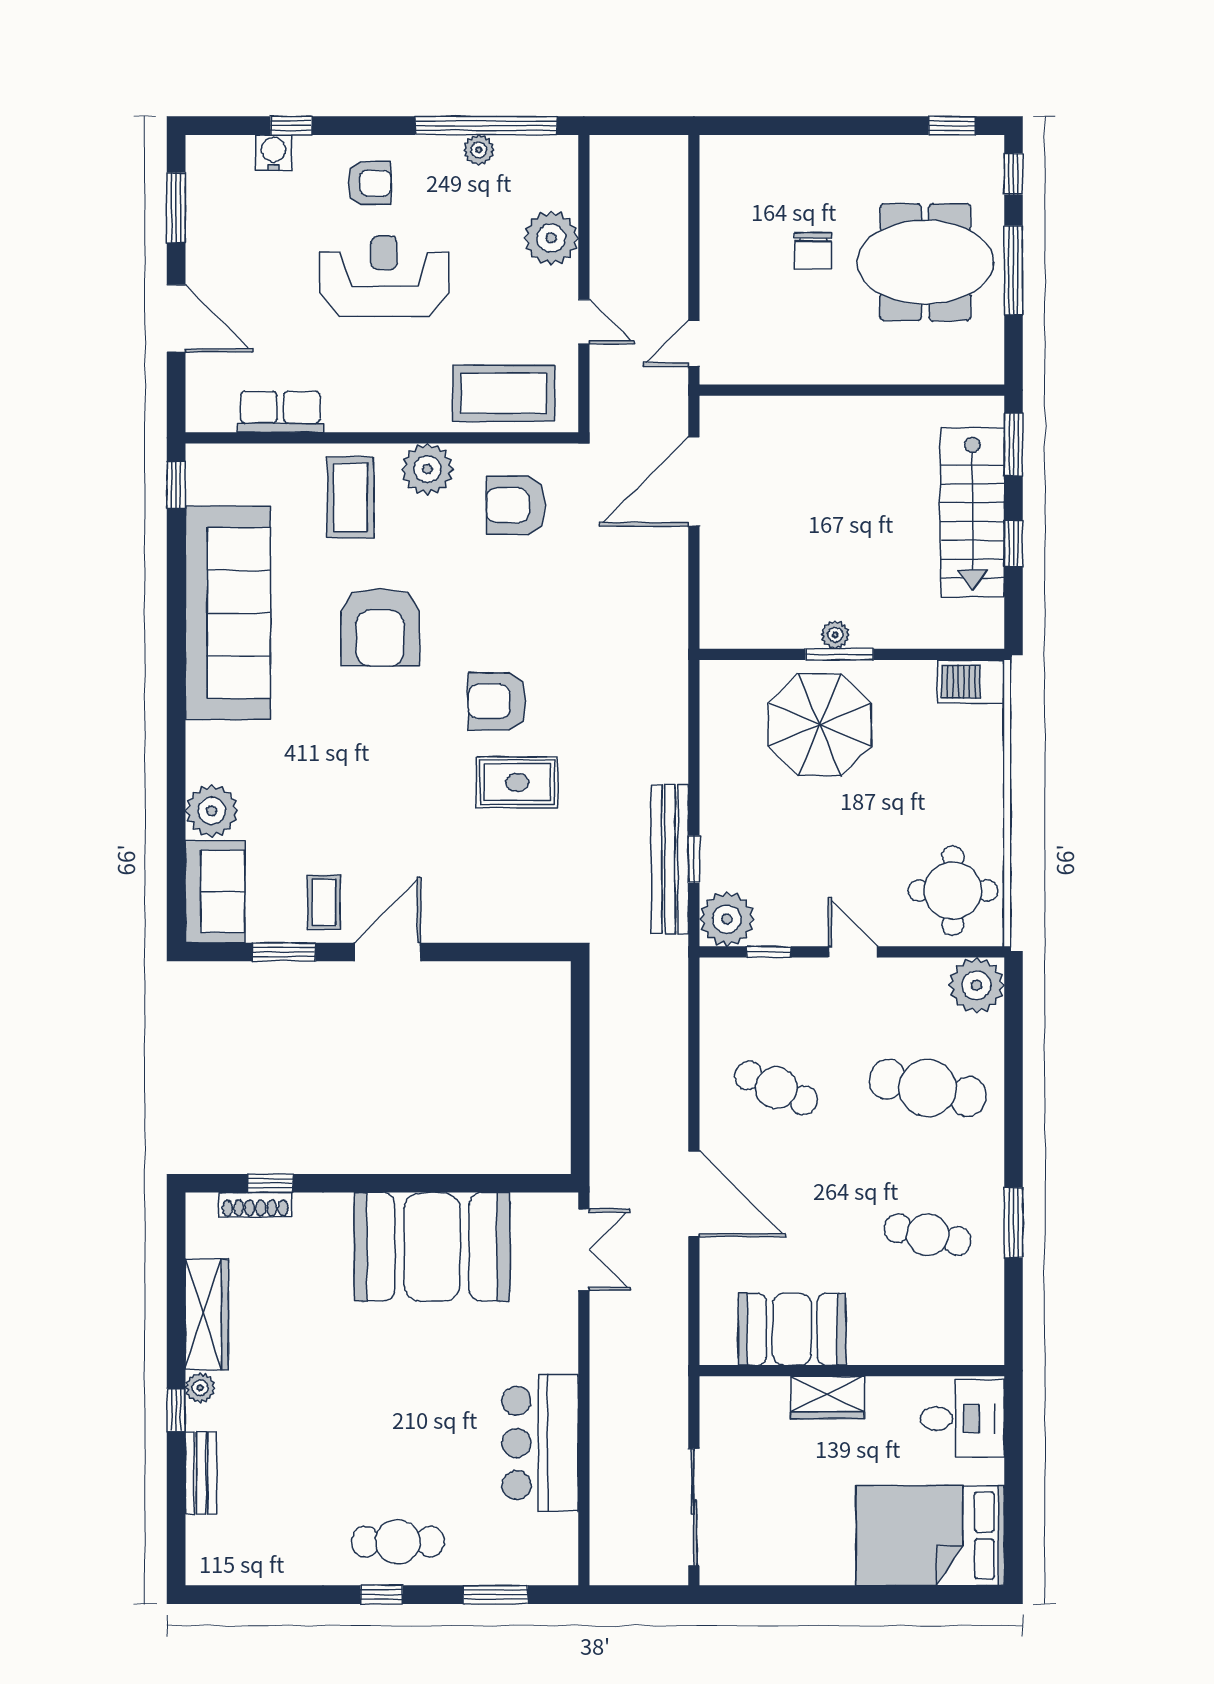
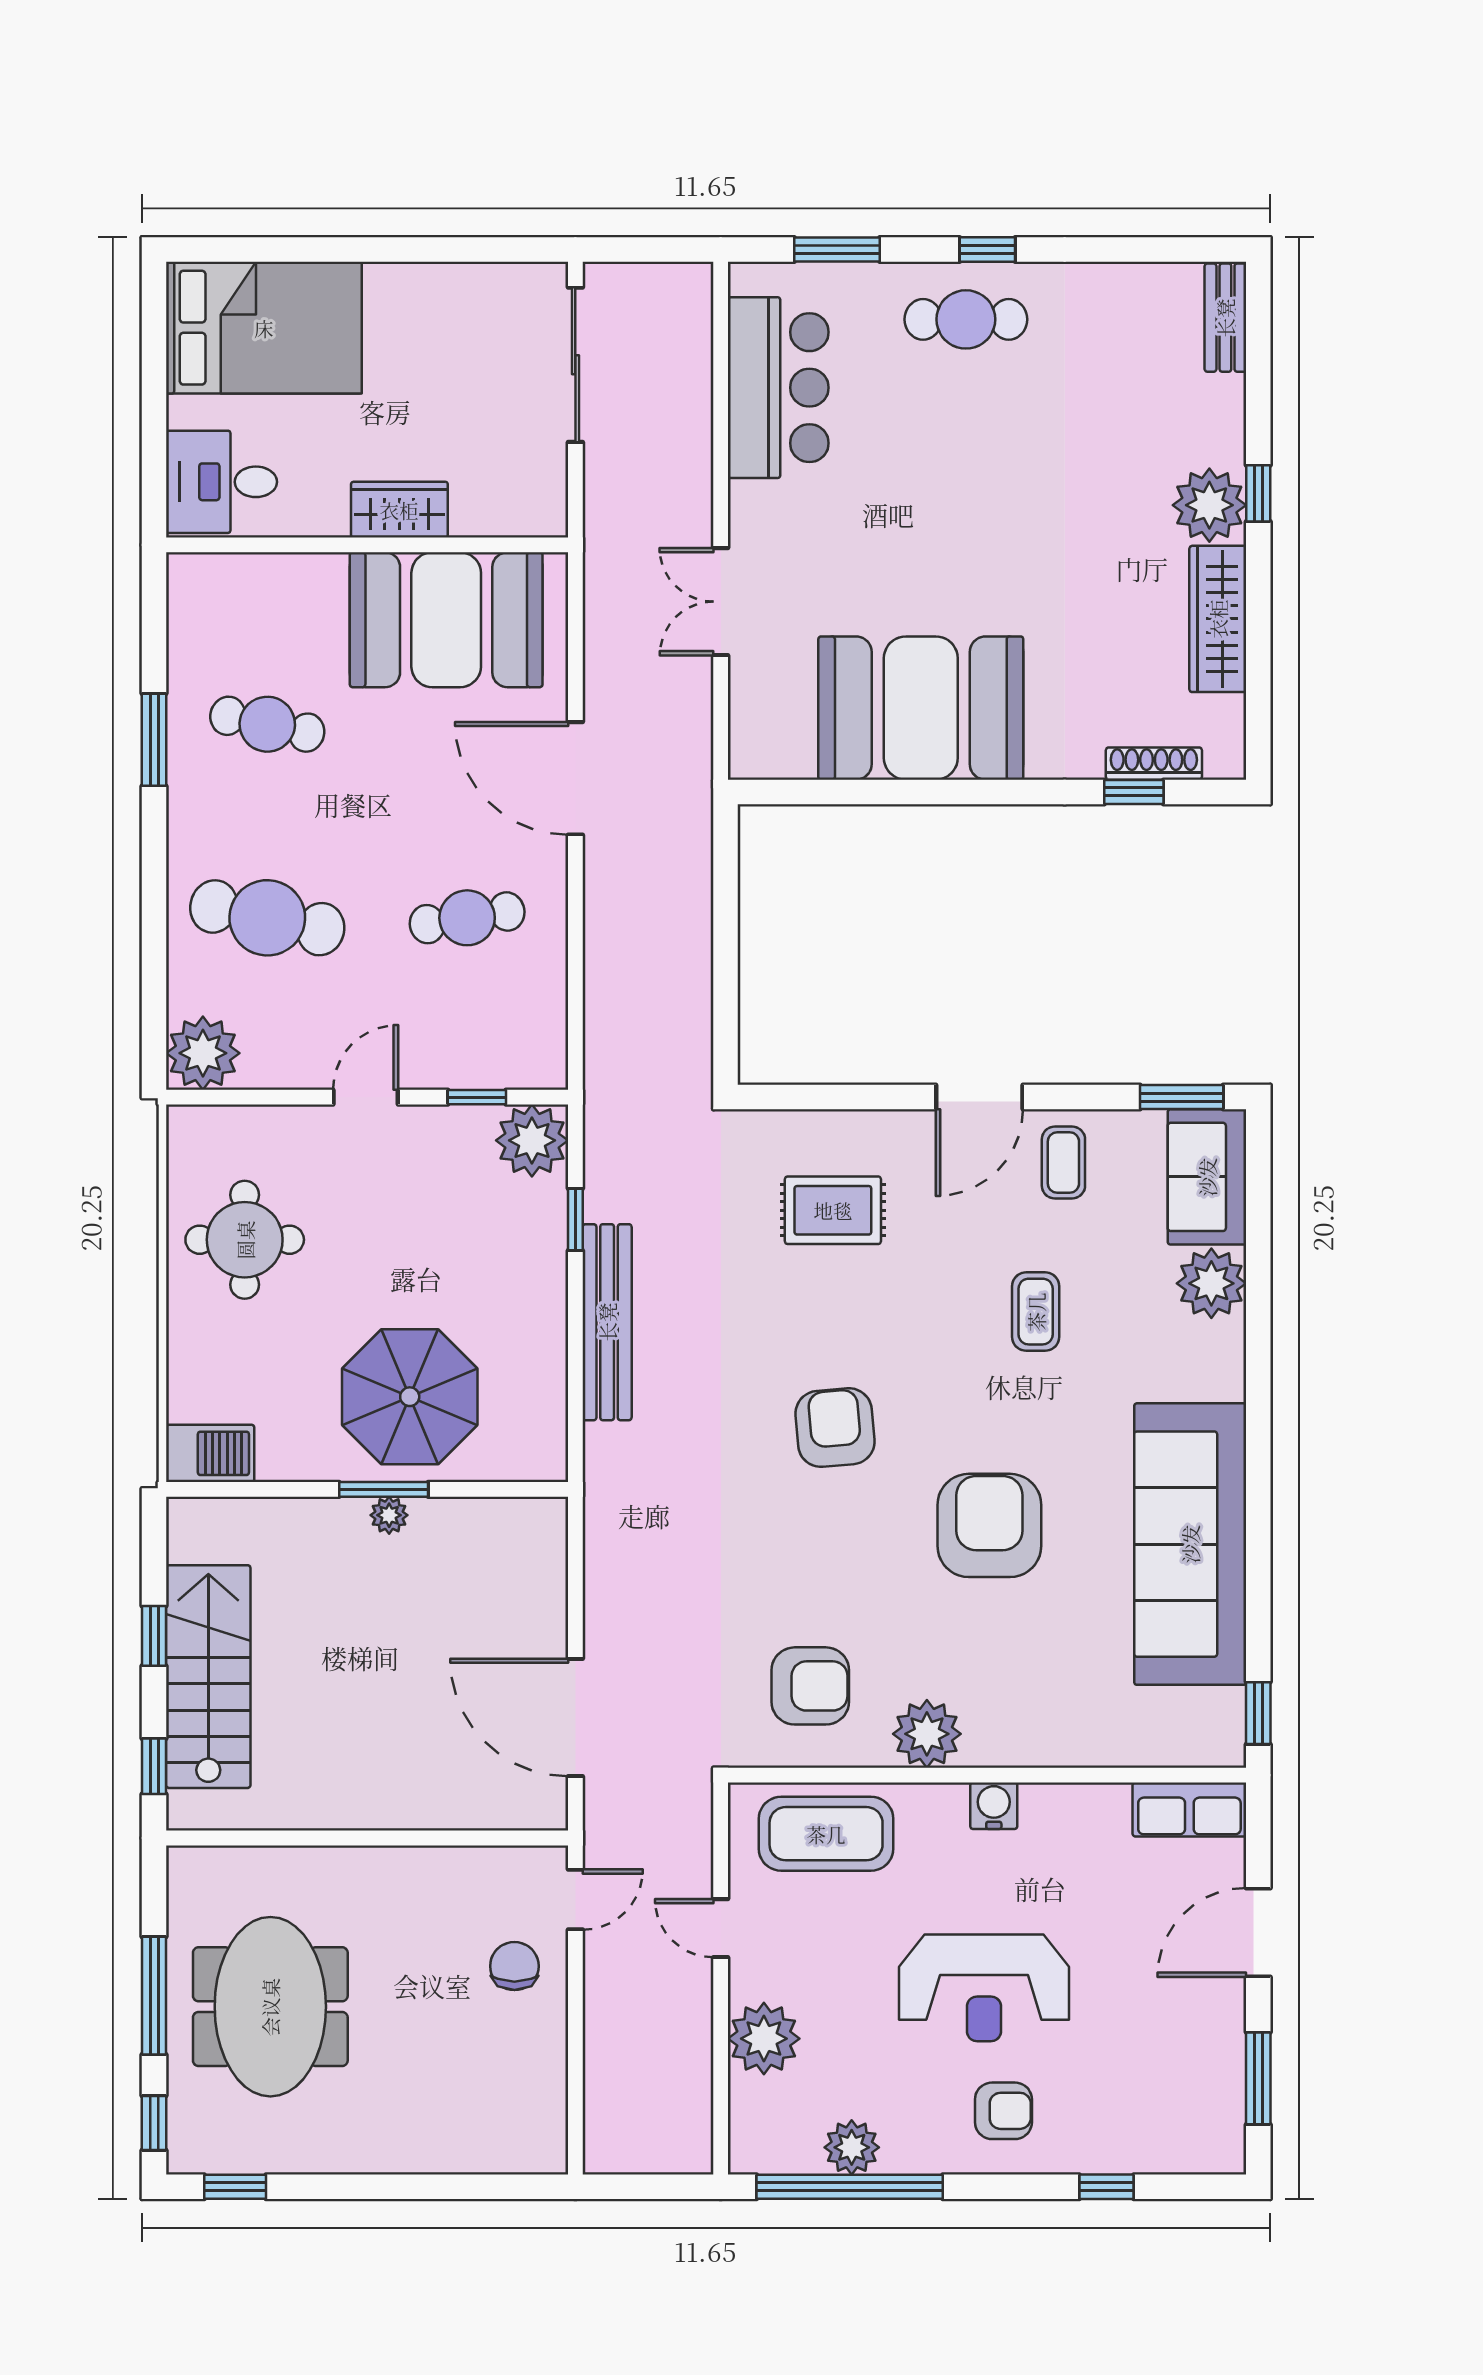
plant: (479, 150) -> (852, 2147), width x1.38, depth x1.38
water cooler: (273, 153) -> (994, 1806), moved, turned 180
armchair: (369, 183) -> (1003, 2111), turned 180
chair: (813, 251) -> (514, 1966), moved
meeting table: (925, 262) -> (270, 2007), turned 90
door: (176, 318) -> (1258, 1932), hinge flipped
row of seats: (280, 412) -> (1189, 1809), moved
window: (1013, 444) -> (154, 1766), width x0.67
door: (694, 481) -> (575, 1717), swing flipped
coffee table: (350, 498) -> (1036, 1312), moved, width x0.73, depth x0.77
armchair: (497, 701) -> (835, 1428), turned -95
rug: (517, 782) -> (833, 1210), moved
bench: (670, 859) -> (607, 1322), moved
round table: (953, 891) -> (245, 1240), moved
window: (284, 952) -> (1182, 1097), moved
door: (853, 952) -> (366, 1097), swing flipped
cafe table: (776, 1088) -> (467, 918), turned -33
double door: (584, 1250) -> (721, 602), moved
booth: (792, 1329) -> (446, 620), width x1.36, depth x1.42
plant: (200, 1388) -> (1209, 505), width x1.88, depth x1.88
bar counter: (540, 1443) -> (778, 388), moved
bench: (201, 1473) -> (1225, 318), moved

